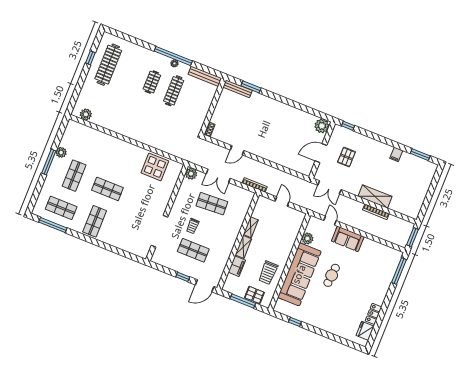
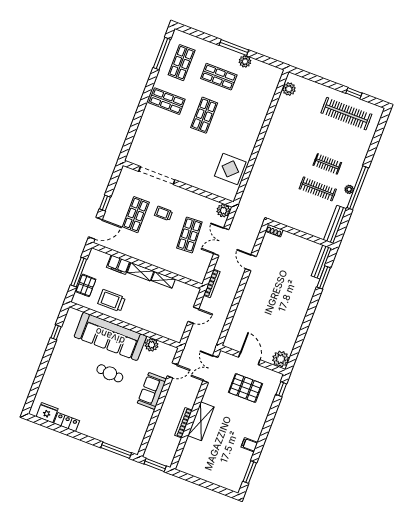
pallet: (346, 157) -> (245, 388), width x1.50, depth x1.42
door: (205, 286) -> (95, 228), swing flipped

